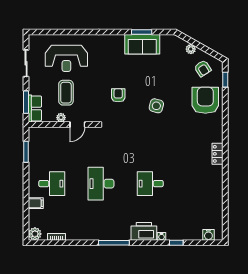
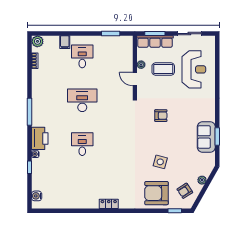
reception desk: (66, 58) -> (194, 69), turned 180
armchair: (205, 100) -> (156, 193), turned 180
side table: (156, 106) -> (160, 162), moved
row of seats: (35, 108) -> (155, 41), width x1.48
desk: (52, 184) -> (82, 56), turned 180

